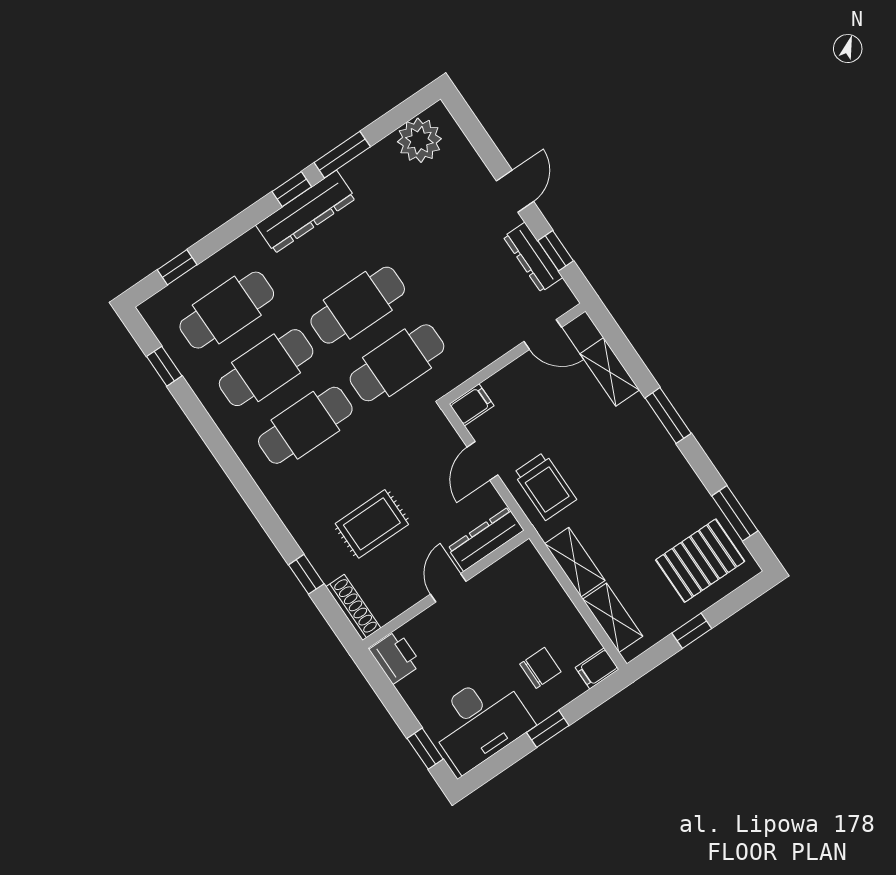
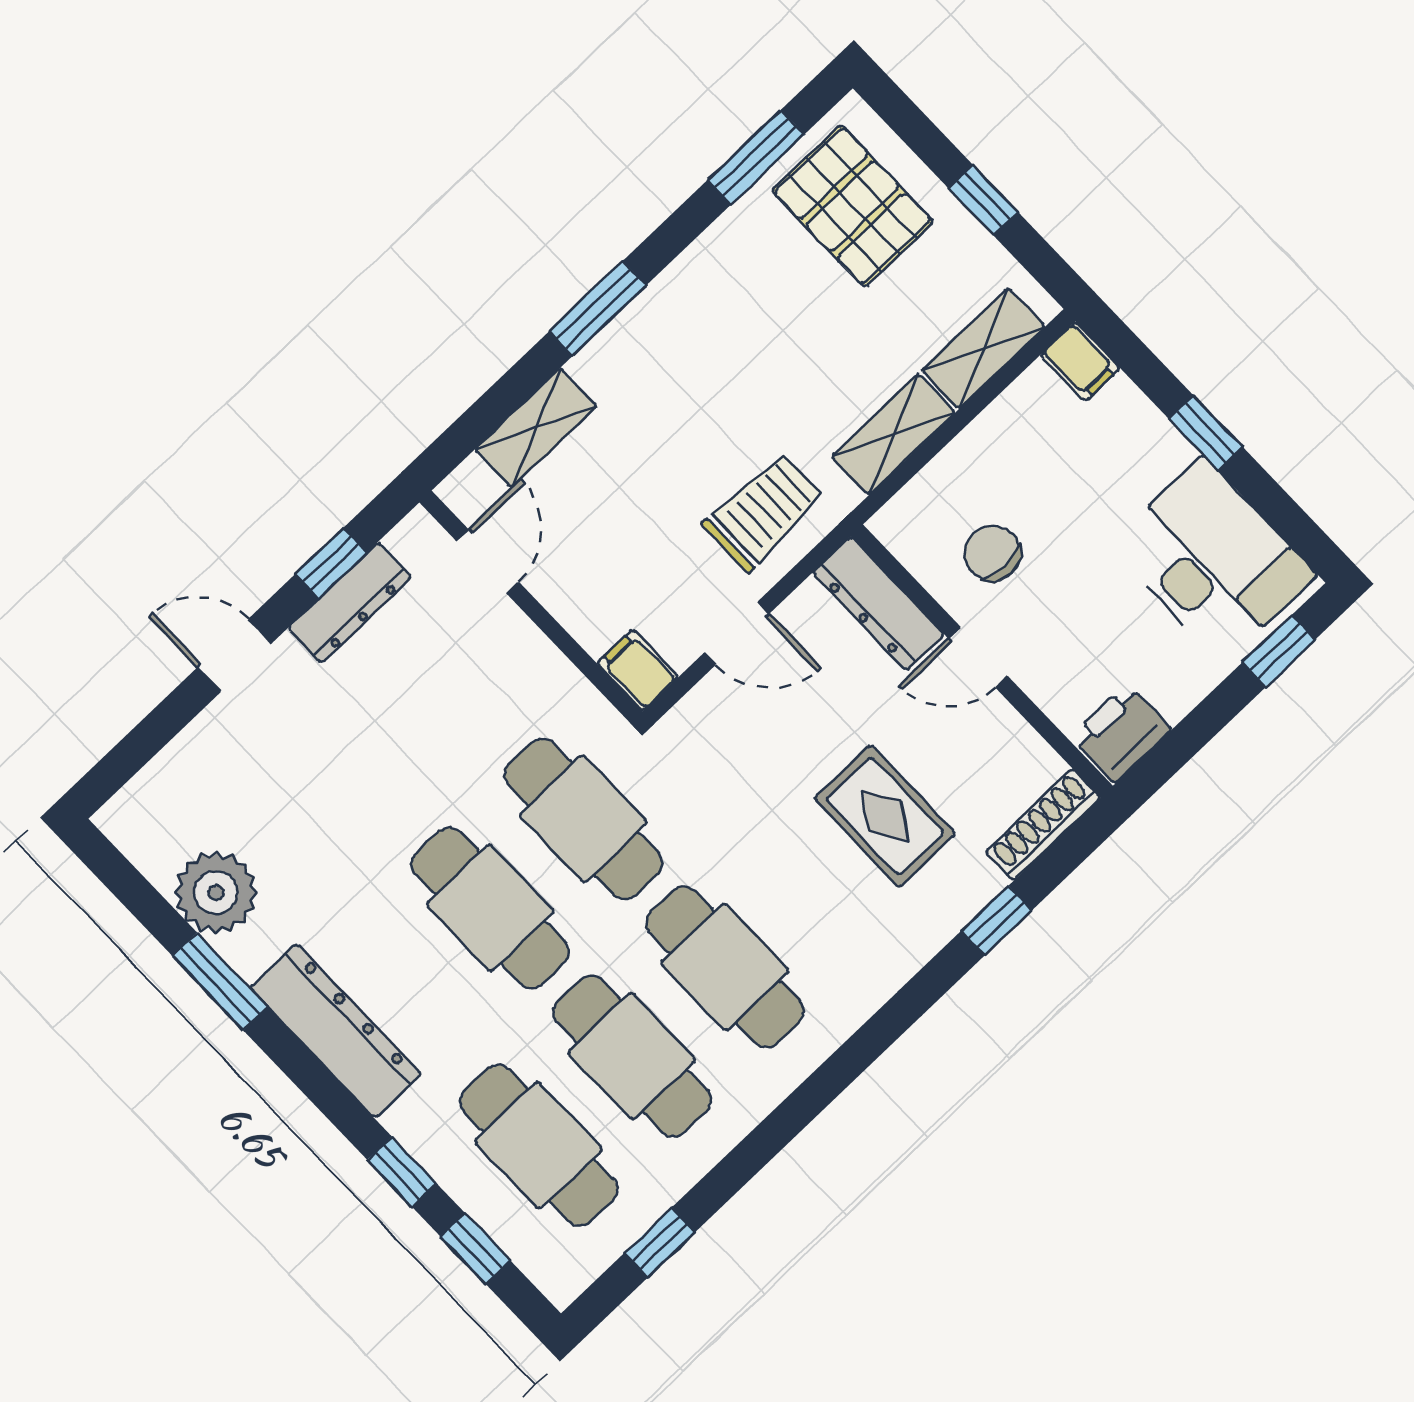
plant: (419, 140) -> (216, 893), moved
window: (292, 189) -> (402, 1172), moved
chair: (540, 668) -> (992, 553), moved

